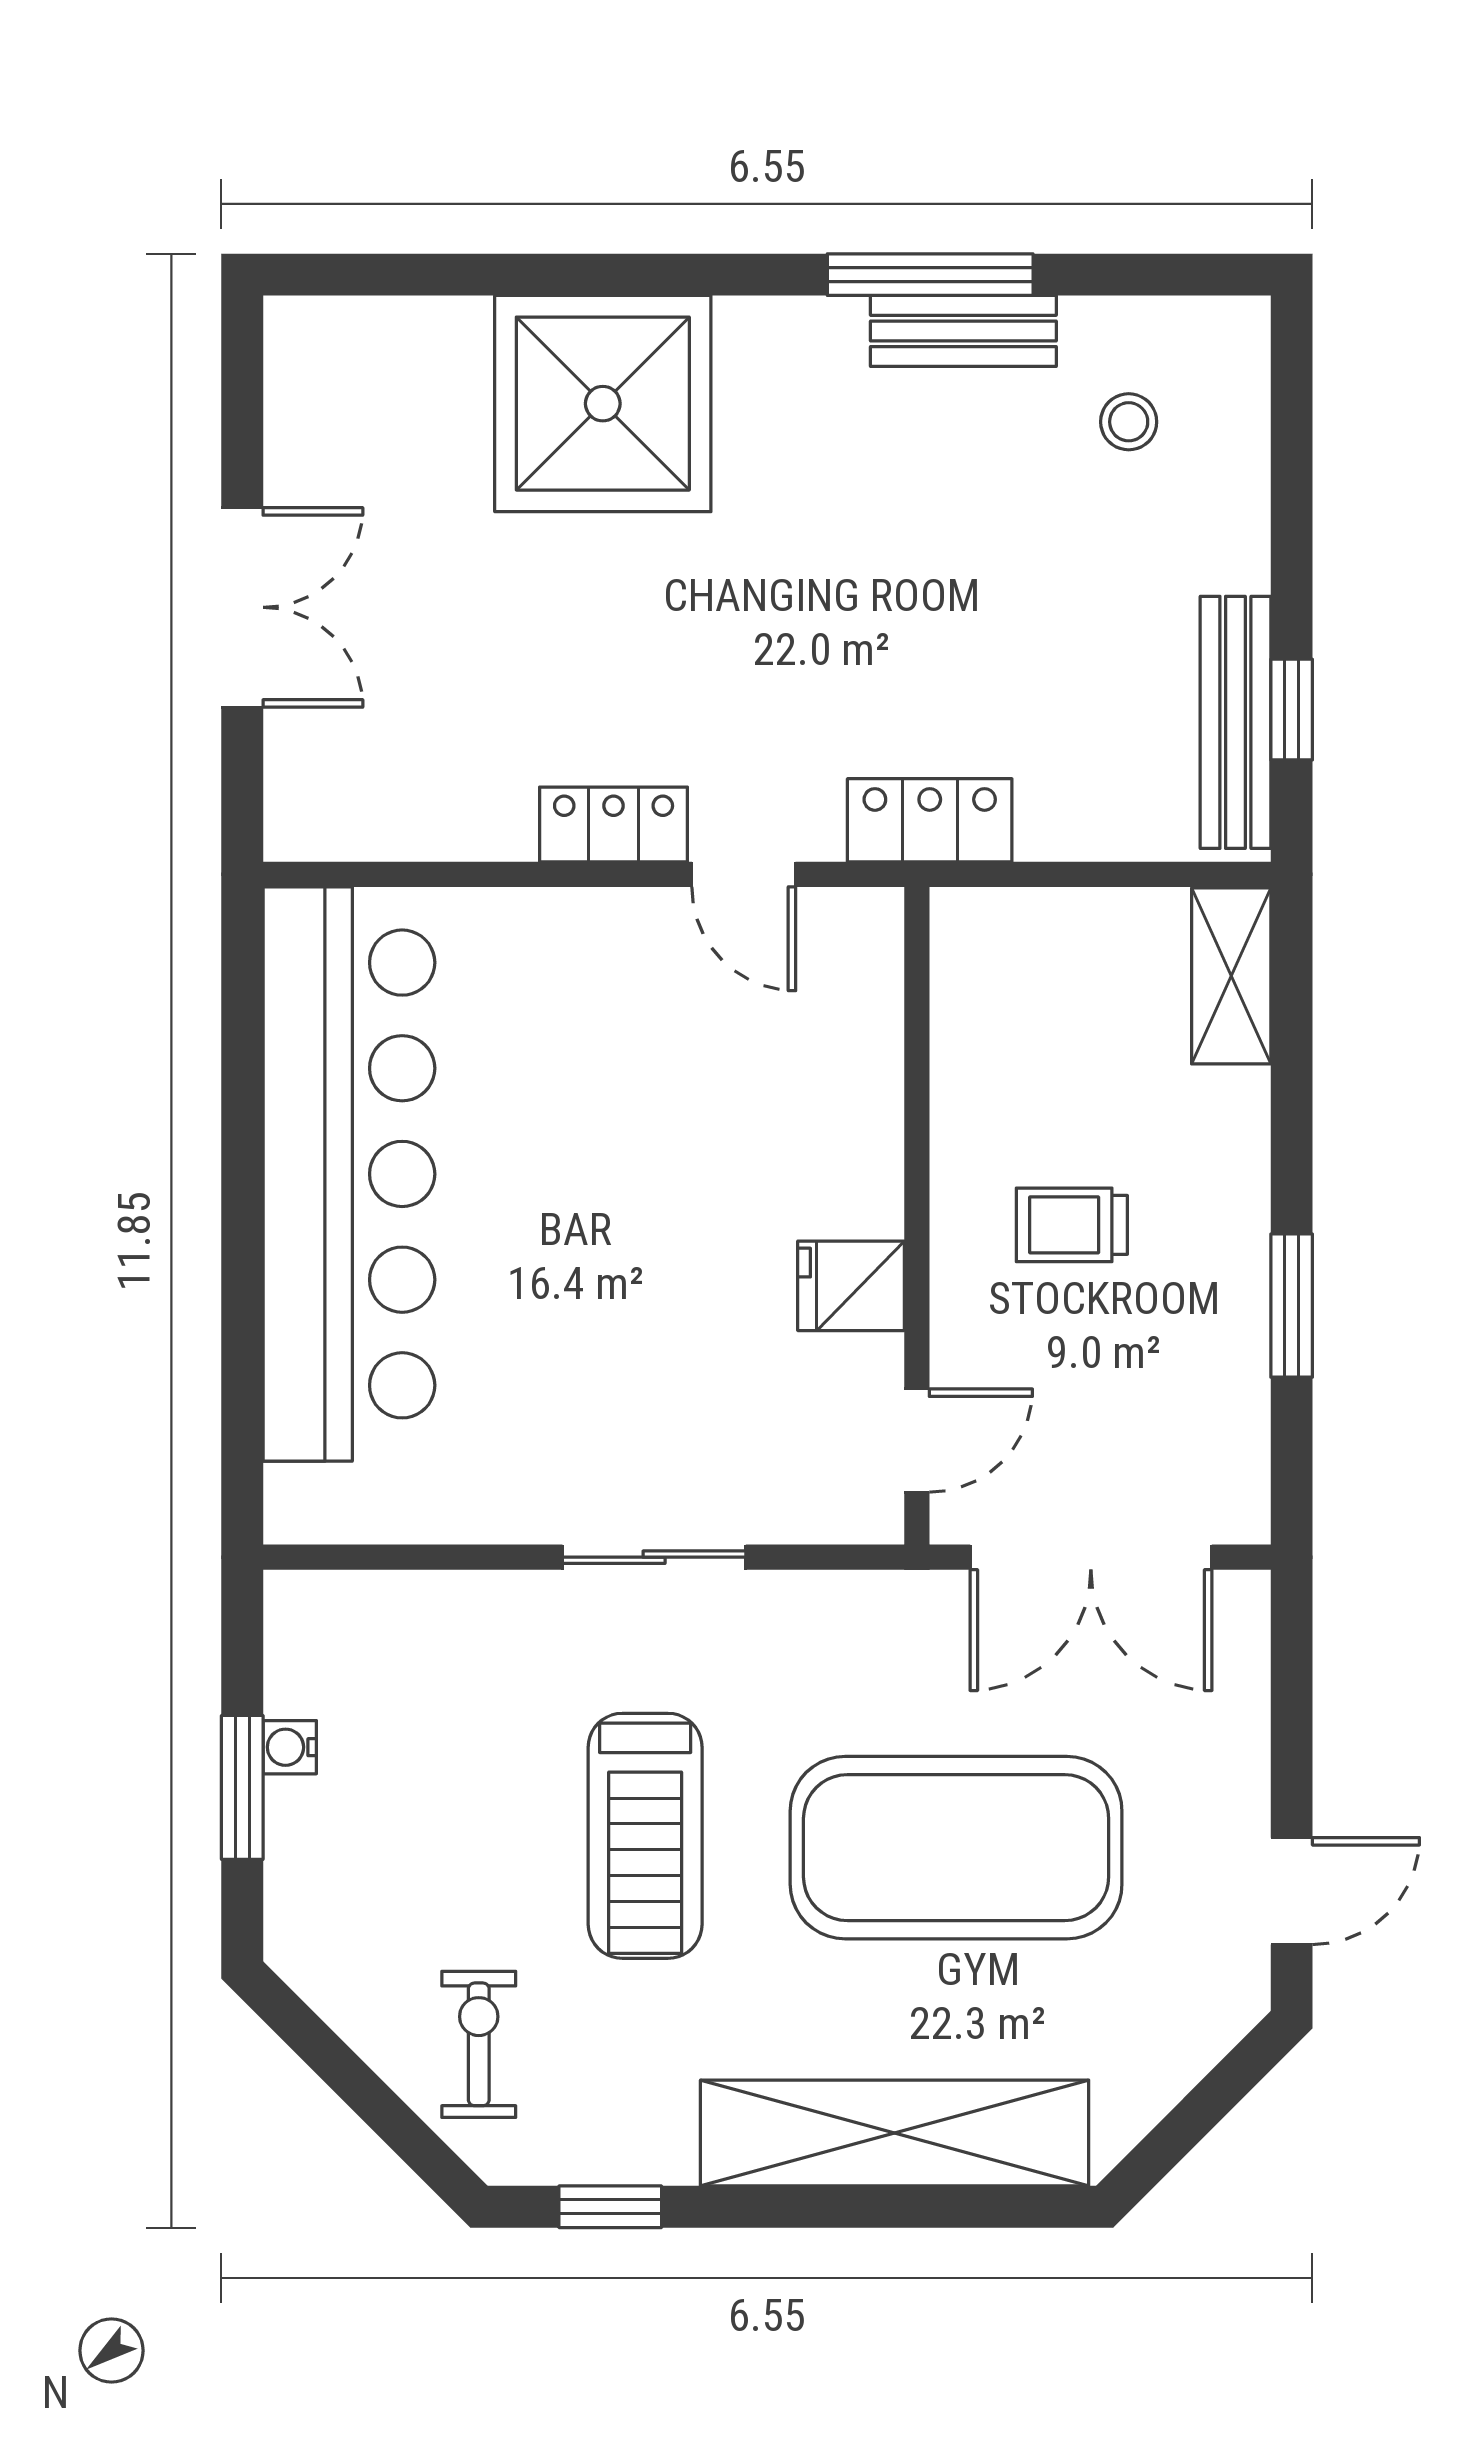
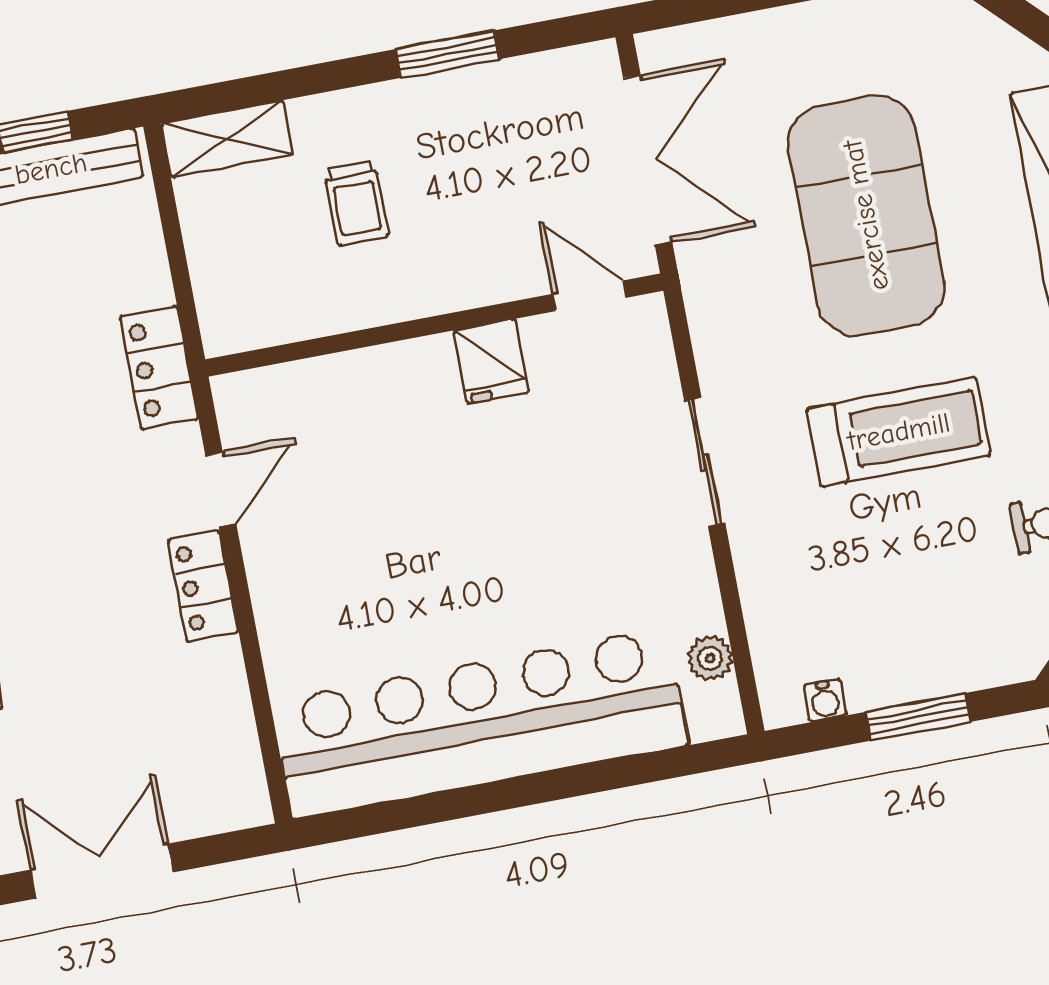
trolley: (1072, 1225) -> (356, 203), moved
plant: (379, 1513) -> (710, 658), added
water cooler: (290, 1747) -> (825, 700), moved

